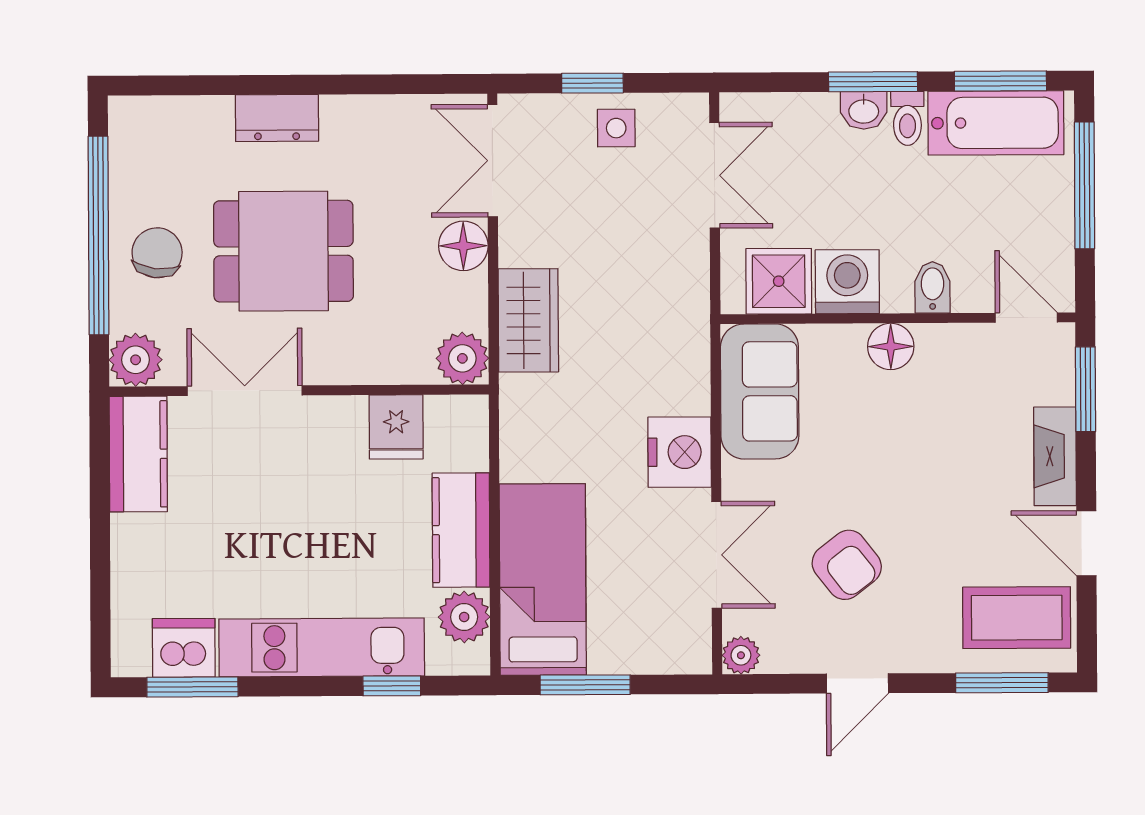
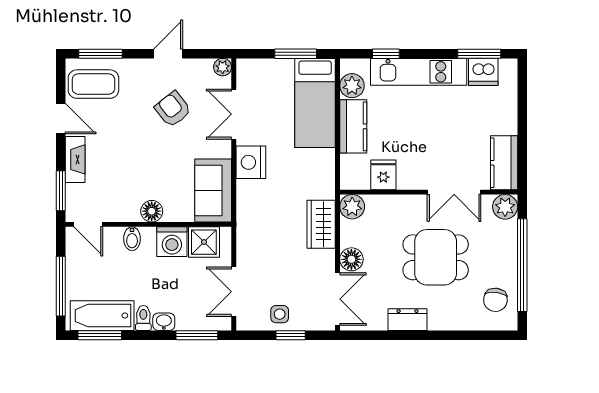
window: (873, 82) -> (197, 335), moved
dresser: (277, 118) -> (408, 320), moved
chair: (157, 253) -> (495, 300), moved

